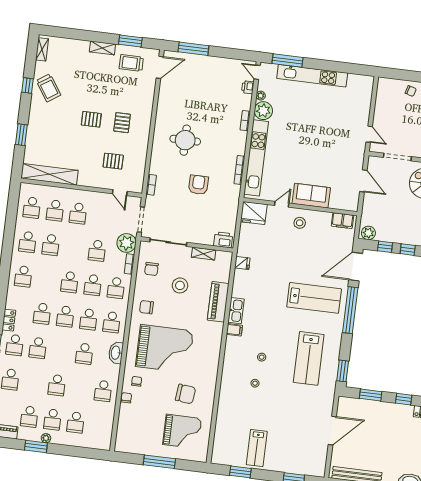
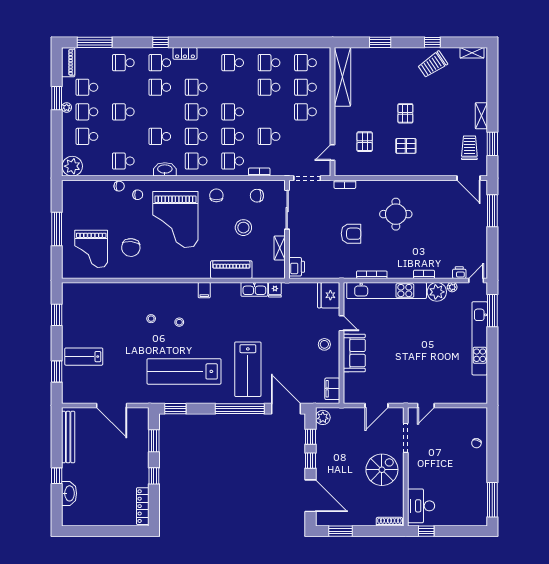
plant: (127, 243) -> (72, 166), moved
kitchen sink: (236, 311) -> (254, 289), moved
lab bench: (309, 358) -> (184, 371), width x1.36
lab bench: (257, 448) -> (84, 357), moved

